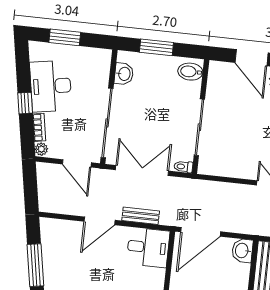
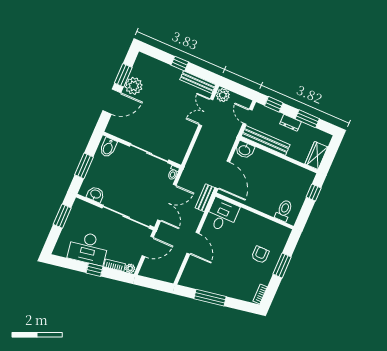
window: (65, 37) -> (62, 216), moved
double door: (142, 170) -> (167, 203), swing flipped
bench: (141, 216) -> (205, 198), moved

